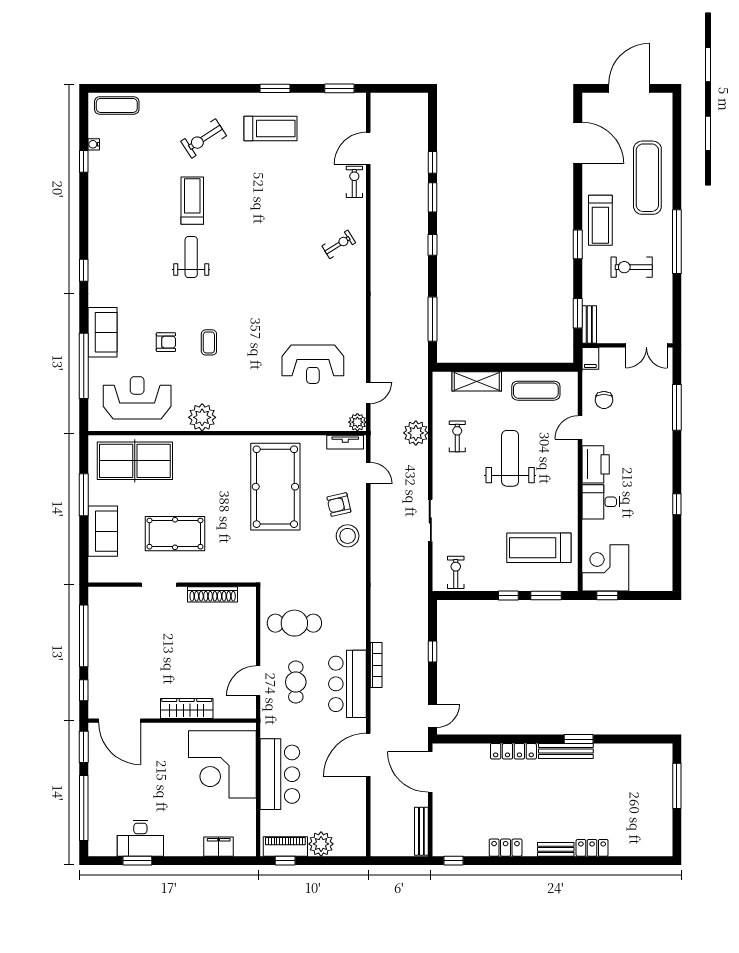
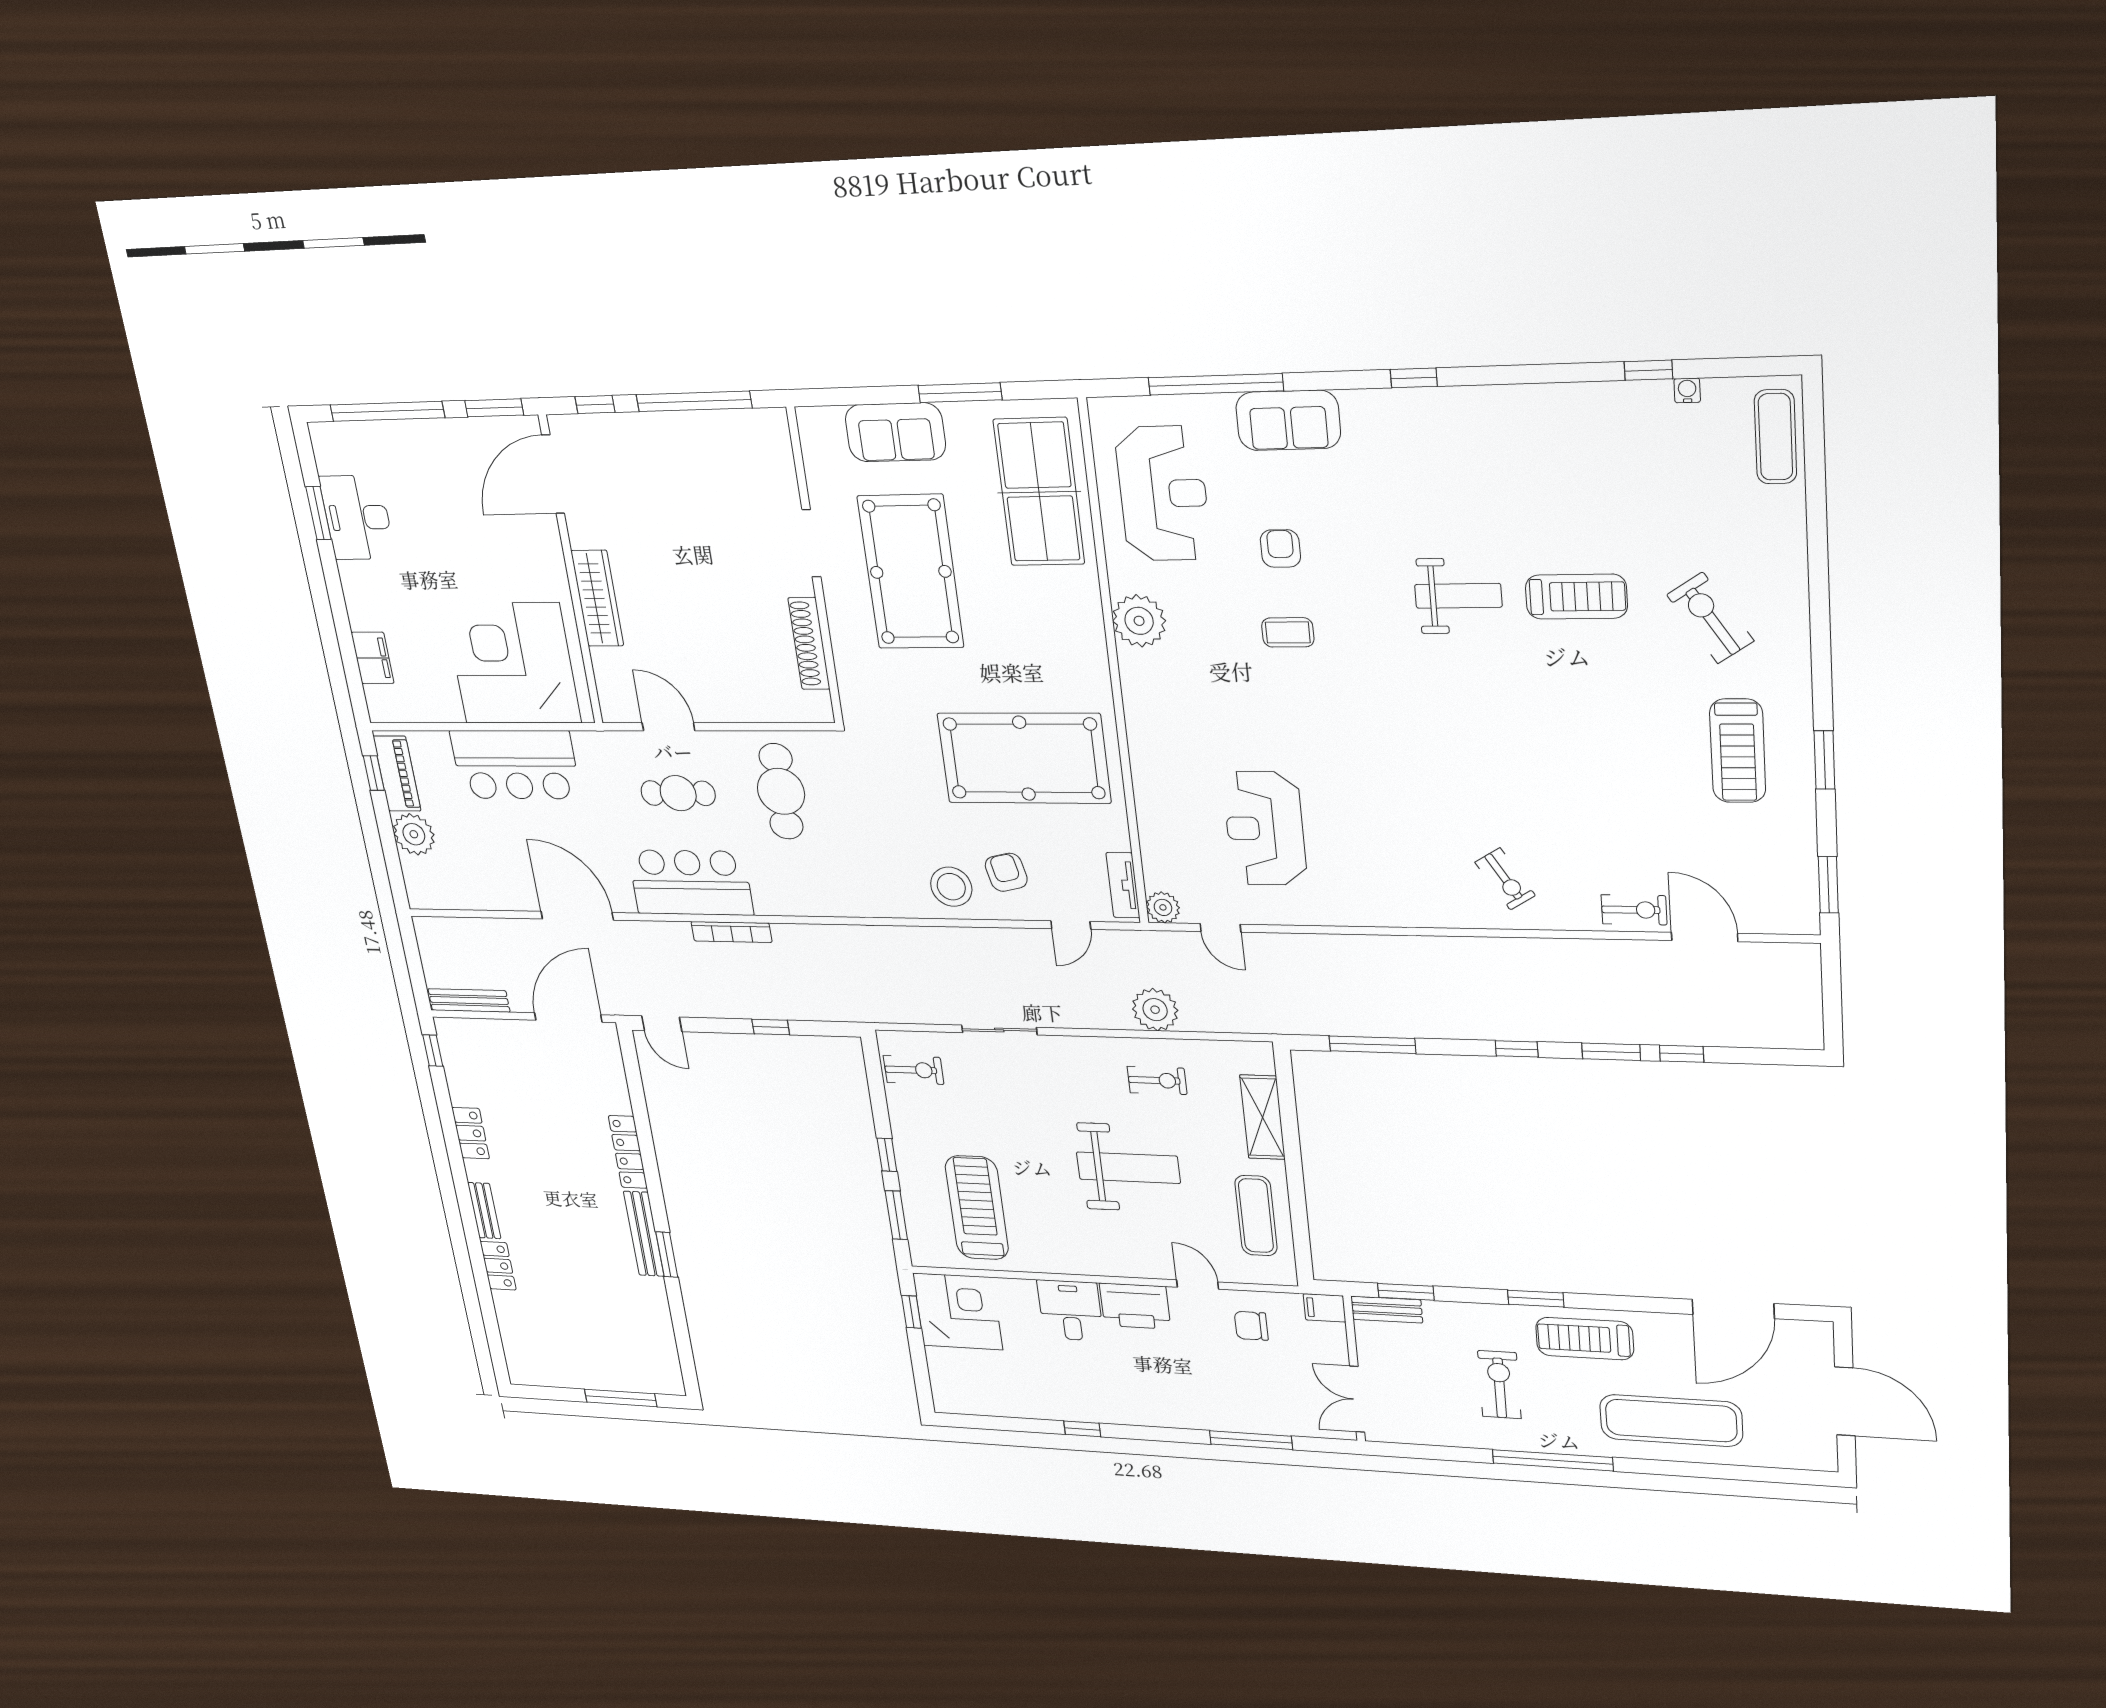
armchair: (166, 342) -> (1280, 548), turned 180
pool table: (175, 534) -> (911, 572), width x1.36, depth x1.32

